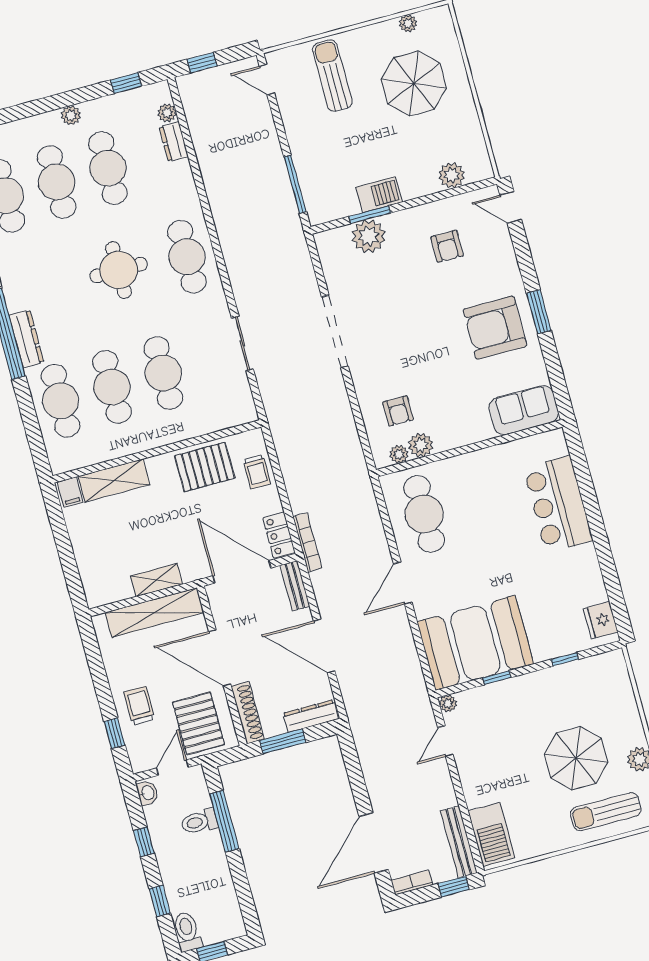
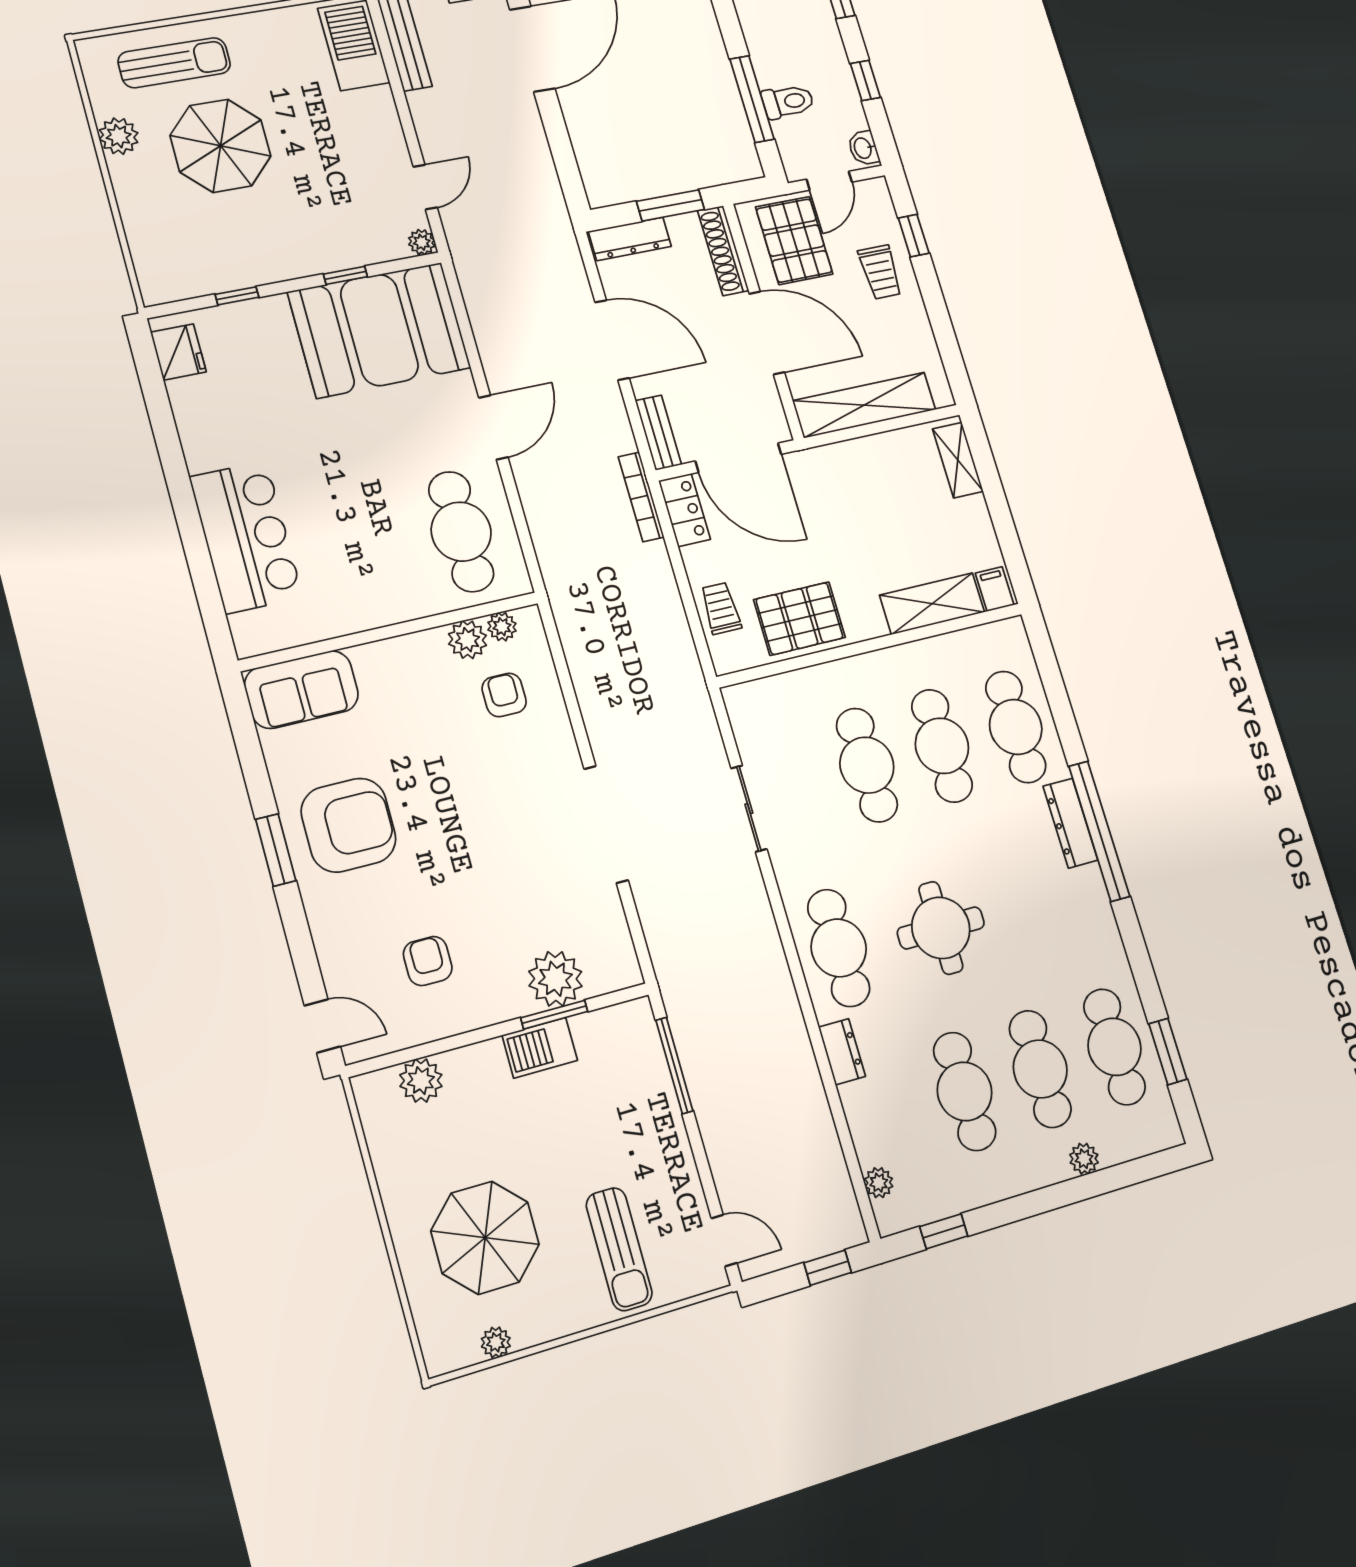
plant: (71, 115) -> (1084, 1159), moved
dresser: (174, 142) -> (842, 1052), moved
shelving: (157, 580) -> (958, 460), moved, turned 90

